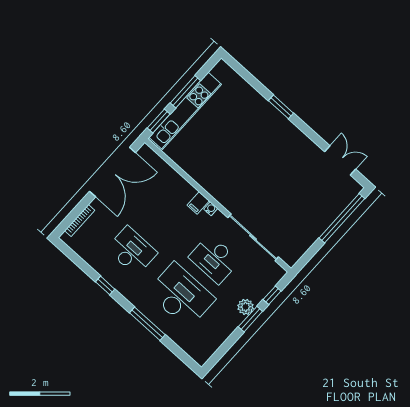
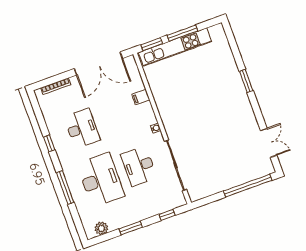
filing cabinet: (198, 203) -> (141, 97), moved
plant: (246, 307) -> (101, 228), moved
window: (250, 319) -> (131, 228), moved

